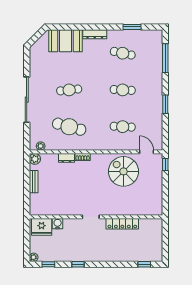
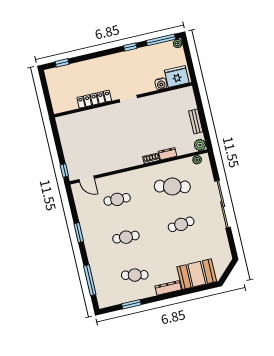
spiral stairs: (124, 171) -> (106, 153), removed
window: (48, 264) -> (161, 40), width x2.17

